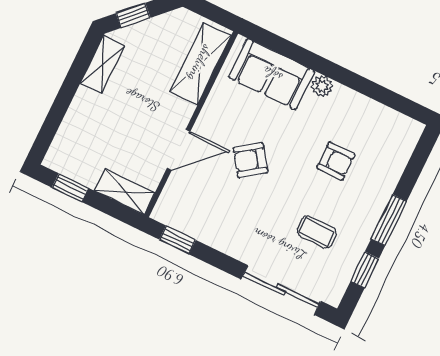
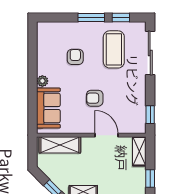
armchair: (250, 160) -> (95, 98), turned 125
coffee table: (317, 232) -> (114, 49), width x1.86, depth x1.72

